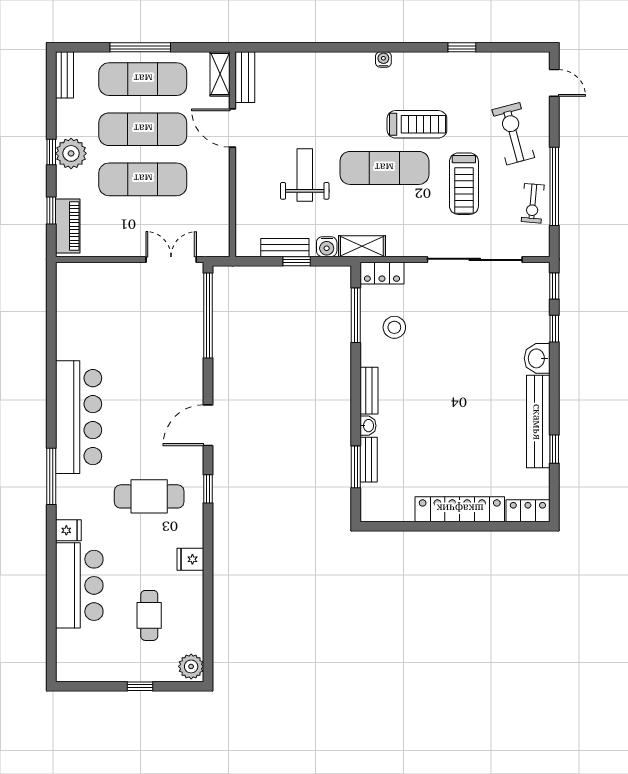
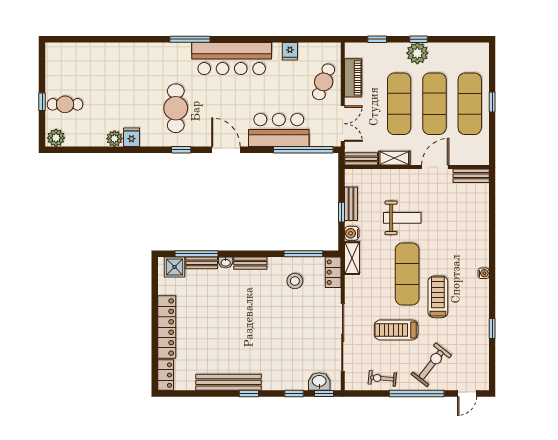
window: (140, 47) -> (492, 102), width x0.46
shelving: (220, 74) -> (394, 158), moved
bench: (64, 75) -> (361, 159), moved
treadmill: (417, 124) -> (438, 297), turned 180
exercise bike: (513, 134) -> (431, 365), turned -37
window: (554, 186) -> (417, 394), moved
piano: (68, 226) -> (353, 78), moved, turned -90
cafe table: (112, 287) -> (324, 82), added
washbasin: (537, 358) -> (319, 382), moved
window: (554, 449) -> (249, 394), moved
window: (356, 467) -> (197, 254), width x1.44
shower: (374, 498) -> (175, 267), added
fridge: (68, 530) -> (290, 51), moved
plant: (192, 584) -> (114, 139), added
bar counter: (79, 585) -> (279, 130), moved, turned 180
cafe table: (149, 615) -> (65, 104), moved

